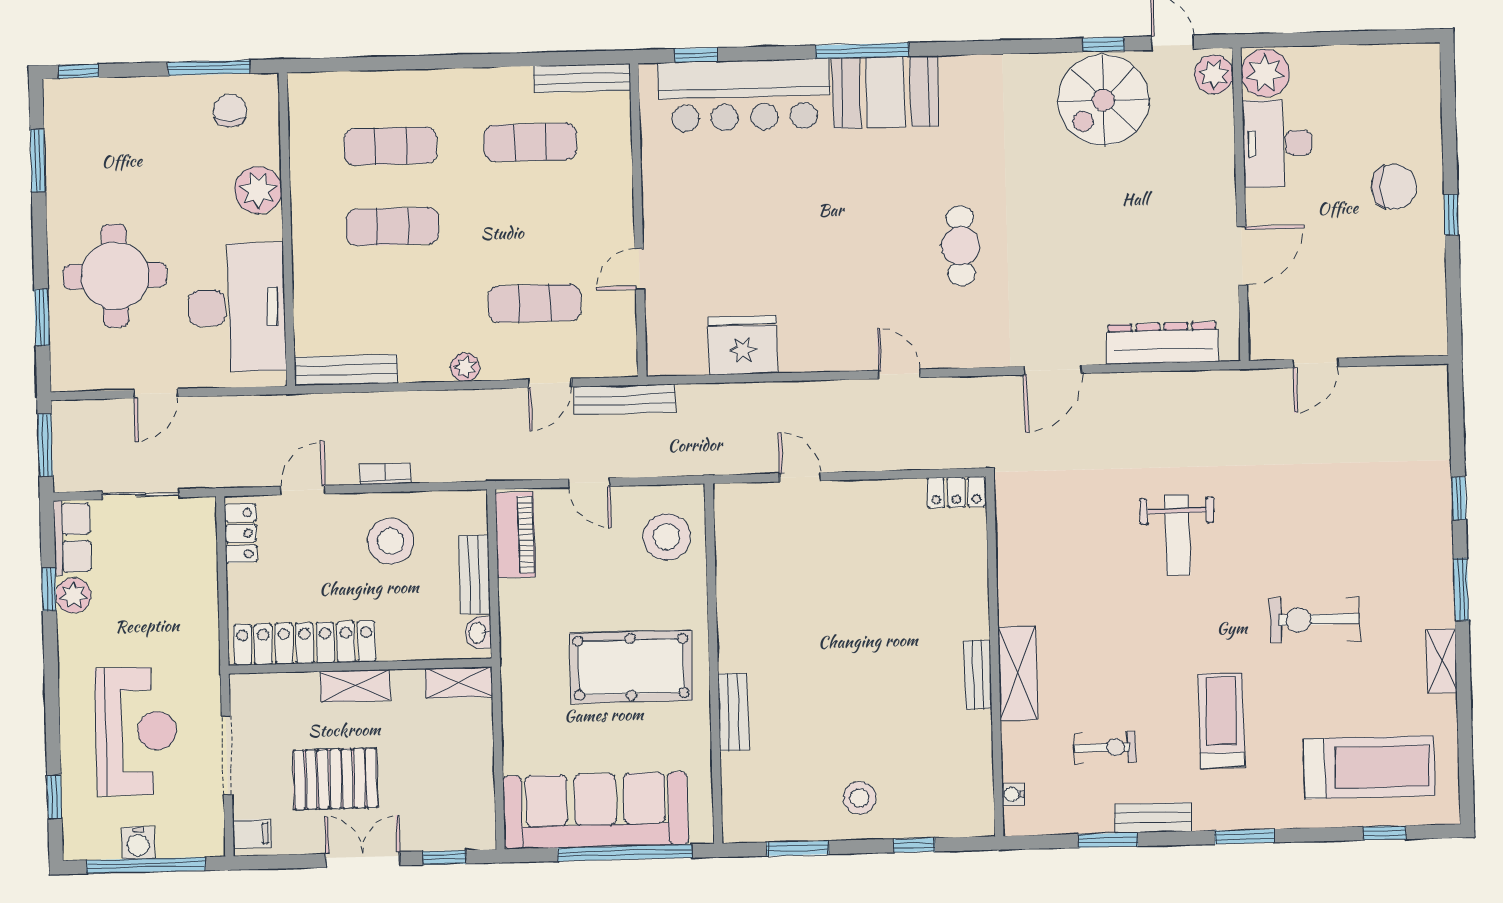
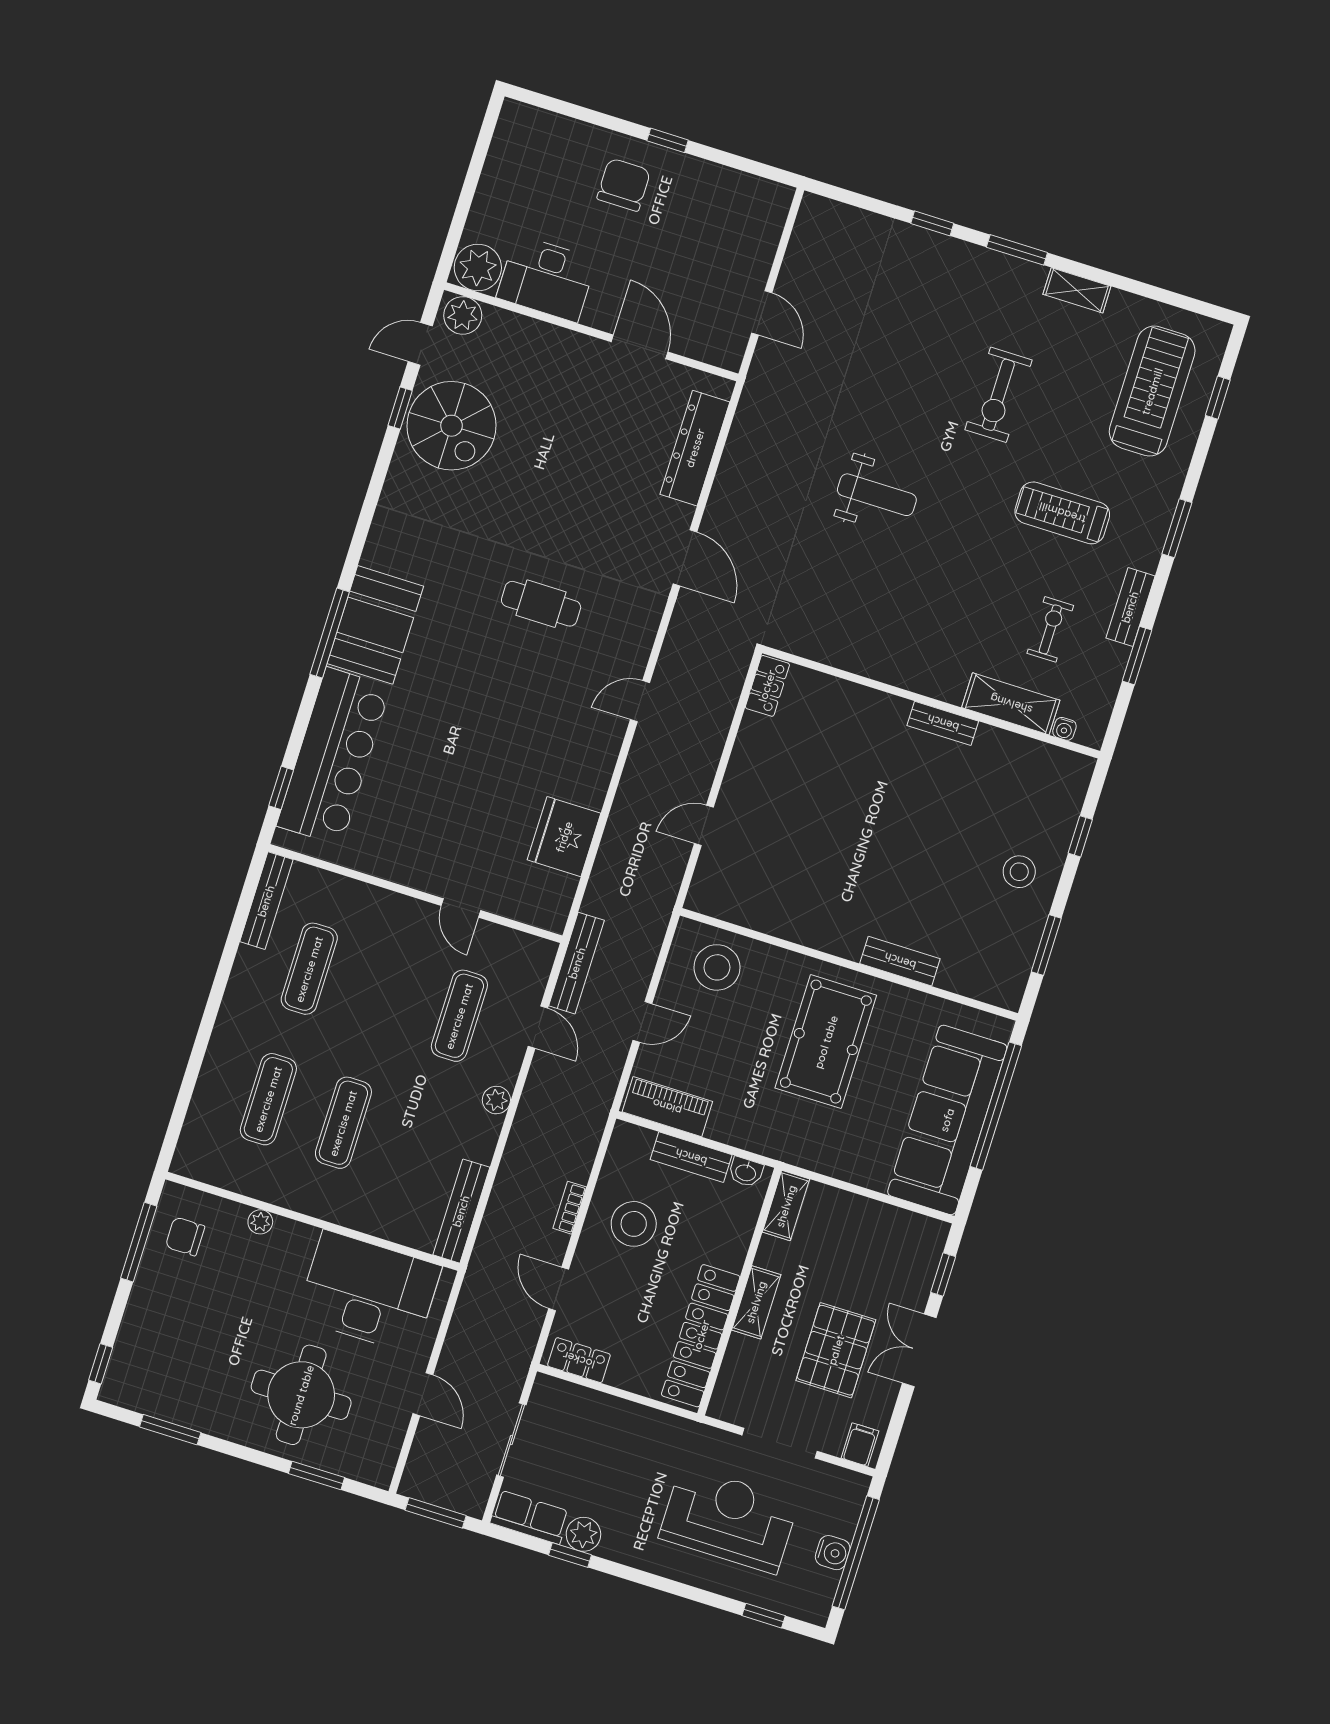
plant: (258, 190) -> (260, 1222), width x0.53, depth x0.53
shelving: (1018, 673) -> (1011, 704), moved

